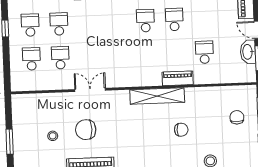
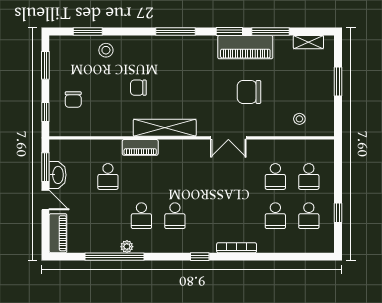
double door: (90, 90) -> (228, 138), moved
chair: (86, 130) -> (249, 92), turned 180
stool: (53, 136) -> (299, 119), moved

